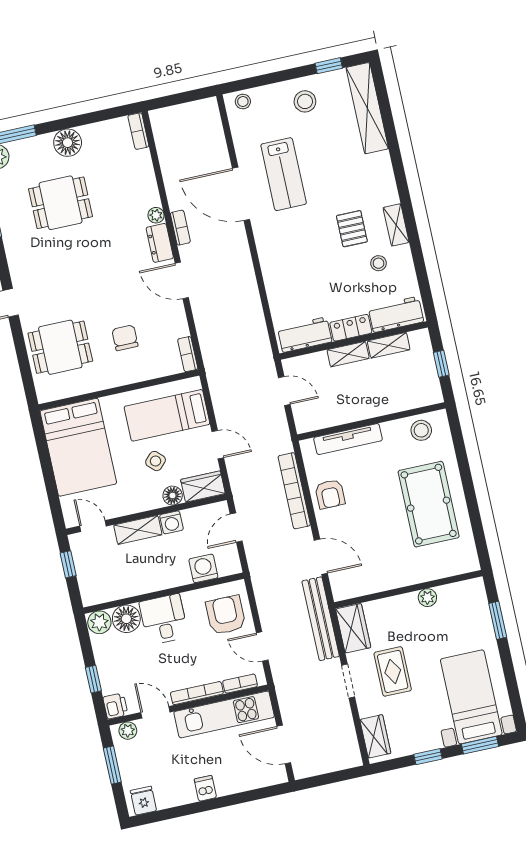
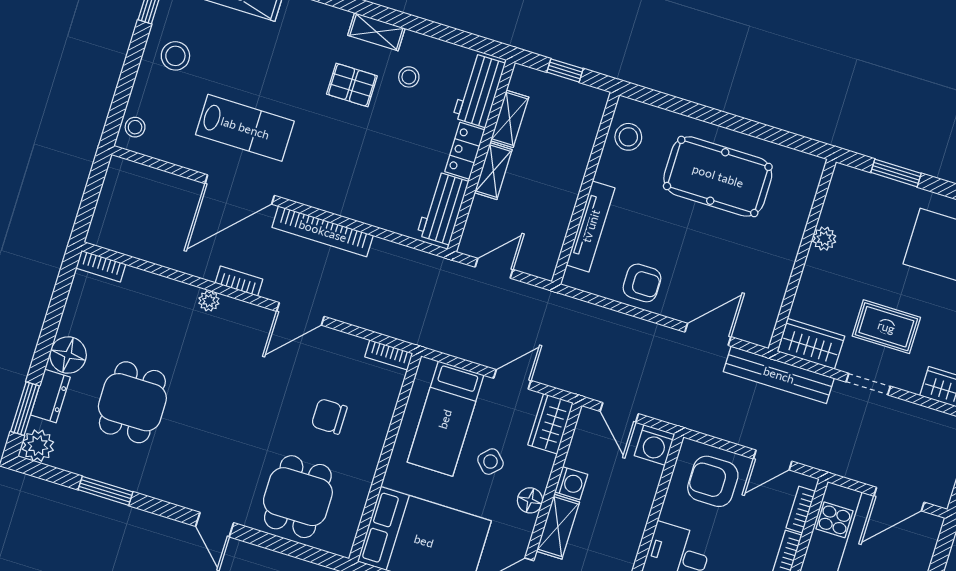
dresser: (160, 243) -> (50, 396), moved, turned -90
bookcase: (294, 491) -> (323, 231), moved
floor lamp: (173, 496) -> (530, 500), moved
washing machine: (203, 568) -> (655, 445), moved, turned -90

